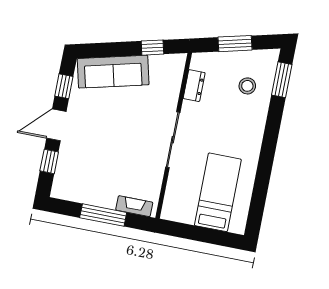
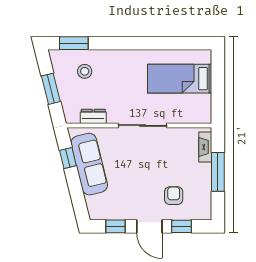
sofa: (113, 72) -> (89, 164), moved
armchair: (86, 159) -> (174, 196), added

